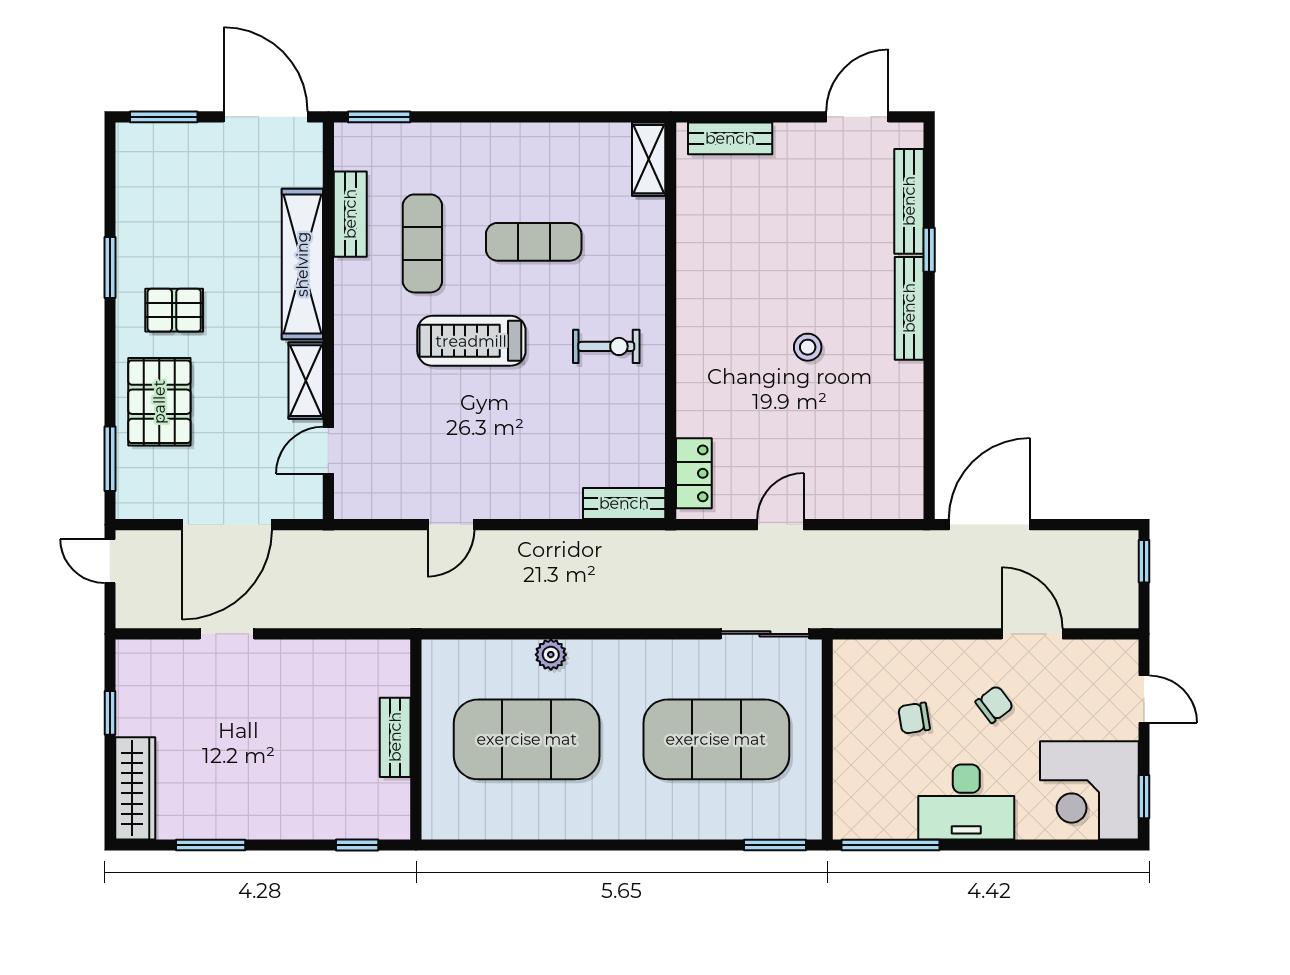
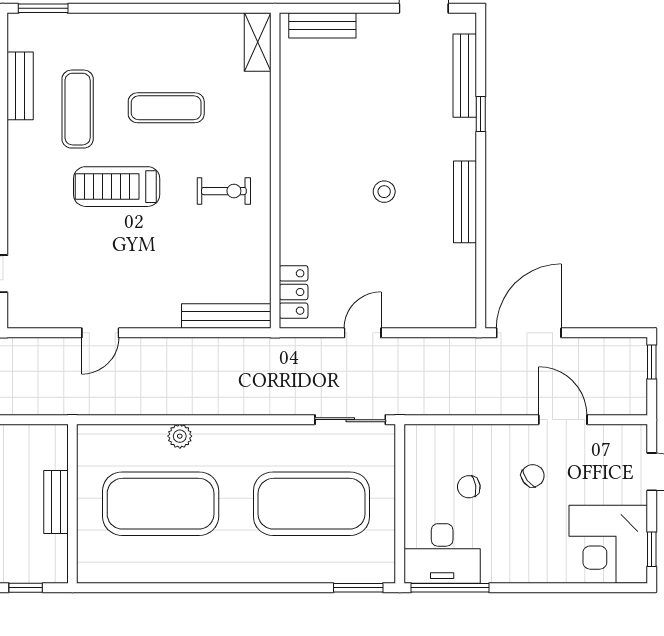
bench: (909, 308) -> (465, 202), moved
bench: (624, 503) -> (226, 316), width x1.36
desk: (966, 802) -> (442, 553), moved

